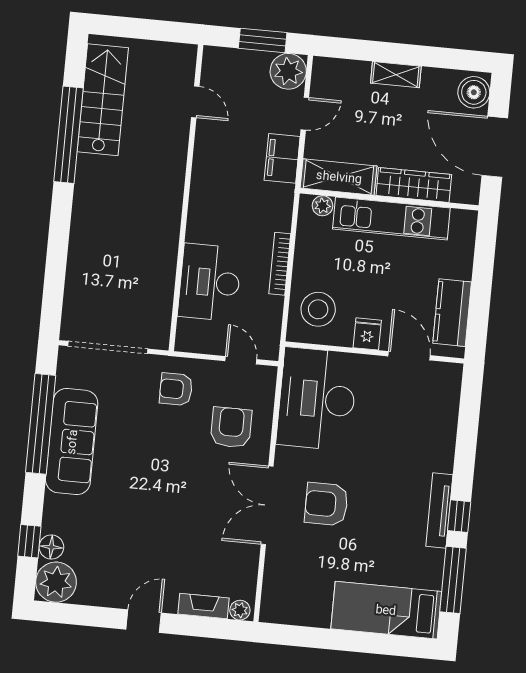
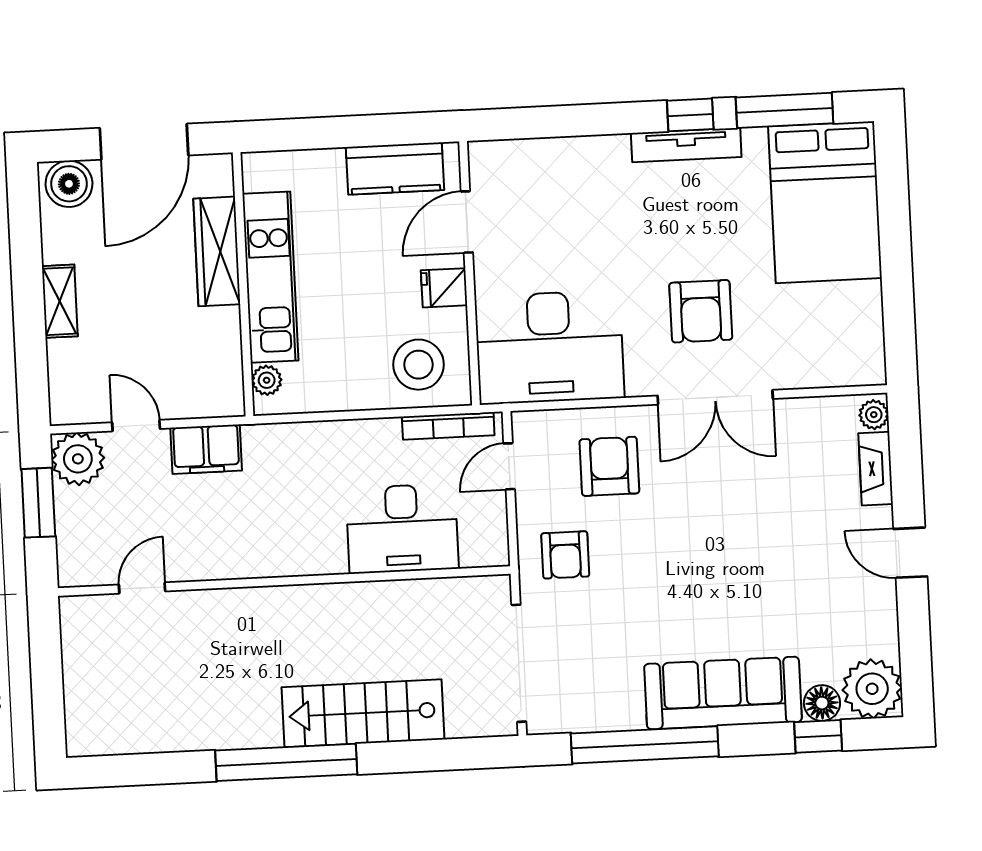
stairs: (103, 100) -> (363, 713), moved
window: (69, 135) -> (286, 762), moved
shelving: (339, 177) -> (221, 363), removed
bookcase: (280, 264) -> (448, 426), moved
armchair: (231, 427) -> (609, 466), turned 90
sofa: (72, 442) -> (723, 693), moved
bed: (386, 610) -> (825, 202), width x1.50

